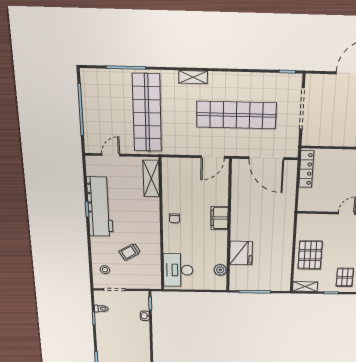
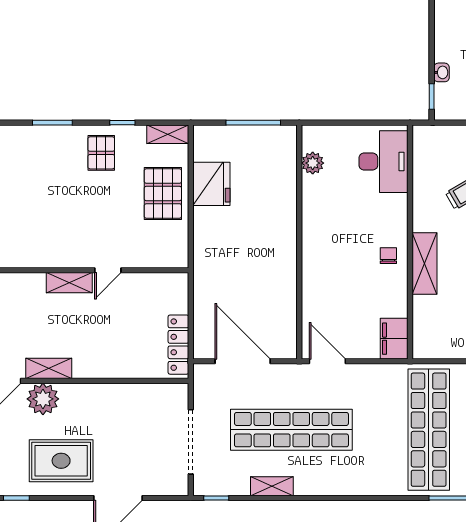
shelving: (193, 77) -> (272, 486), moved
door: (213, 157) -> (327, 361), hinge flipped
shelving: (151, 178) -> (424, 264), moved
filing cabinet: (220, 218) -> (394, 339), moved, turned 180
fridge: (241, 253) -> (211, 184), moved, turned 180

